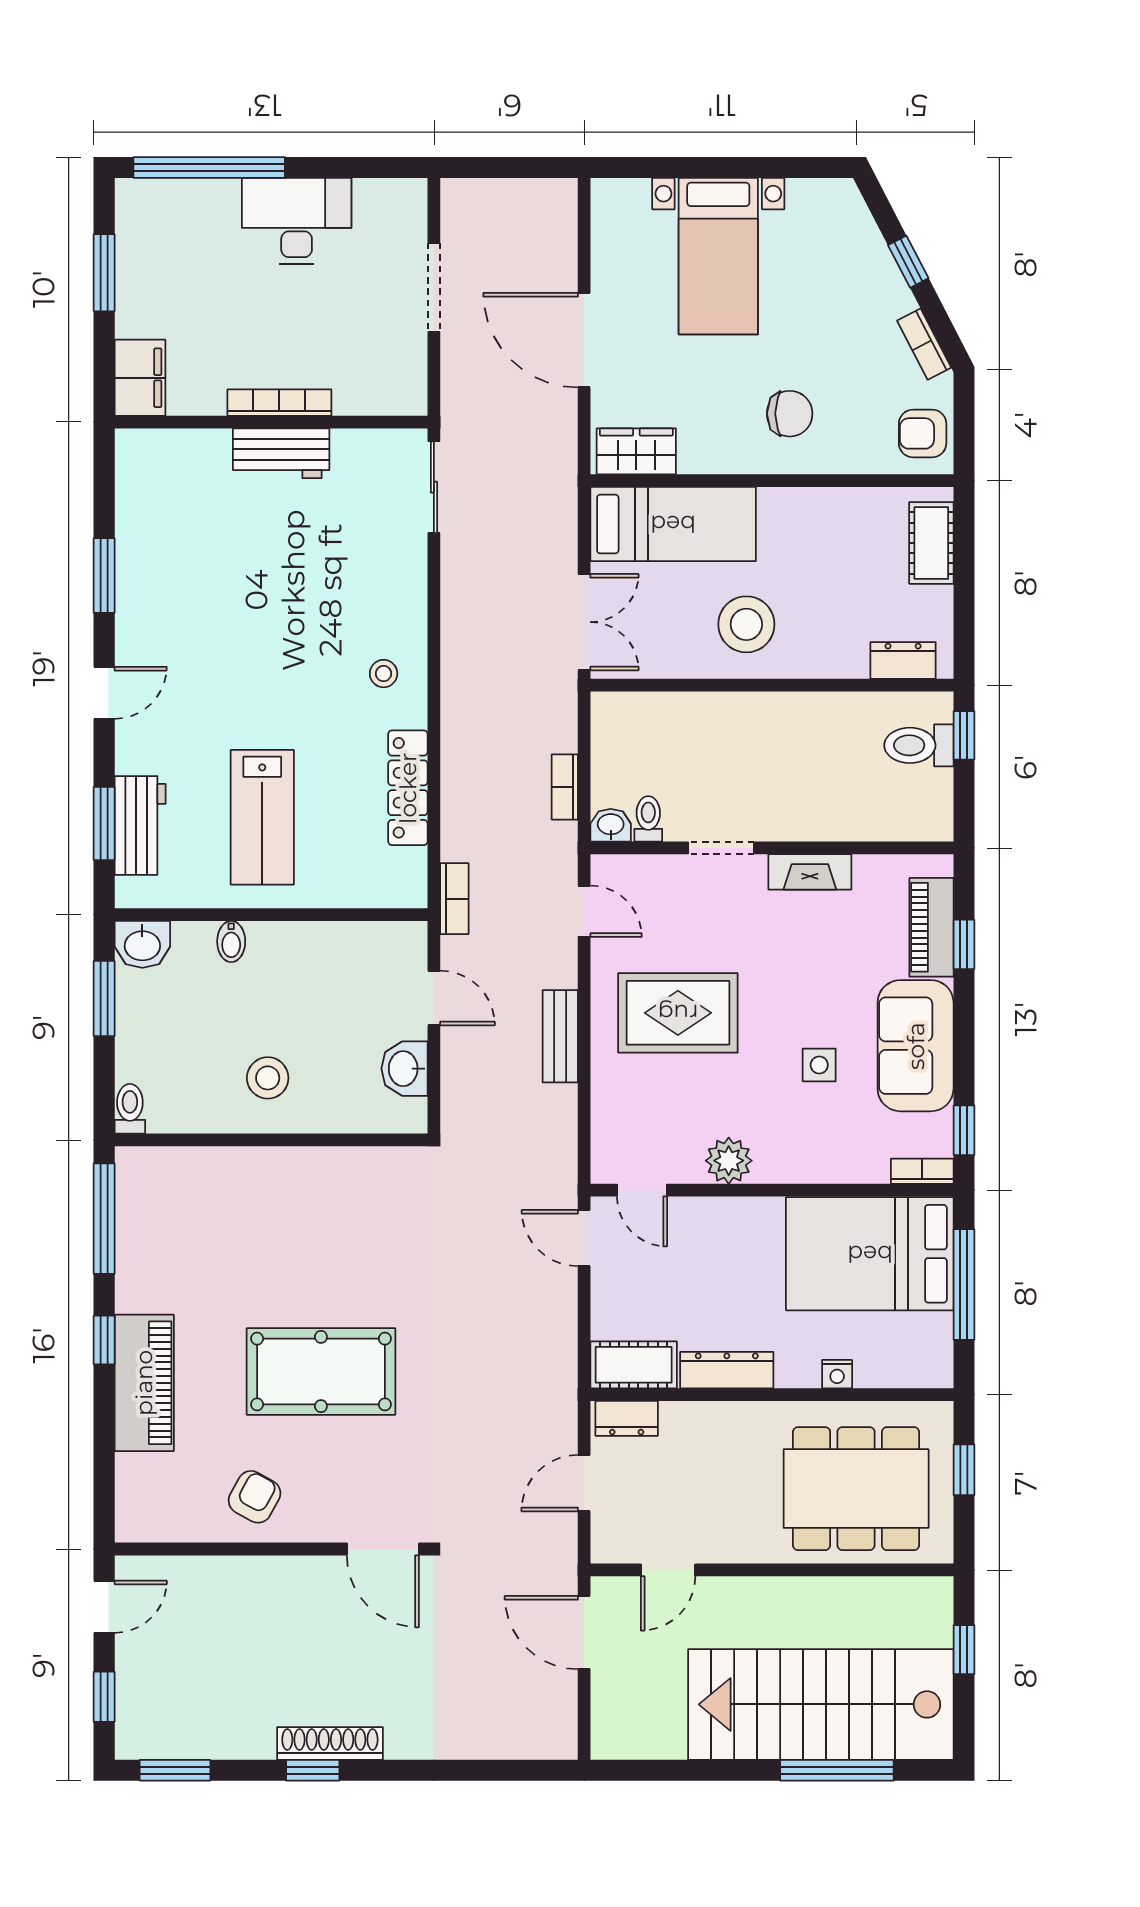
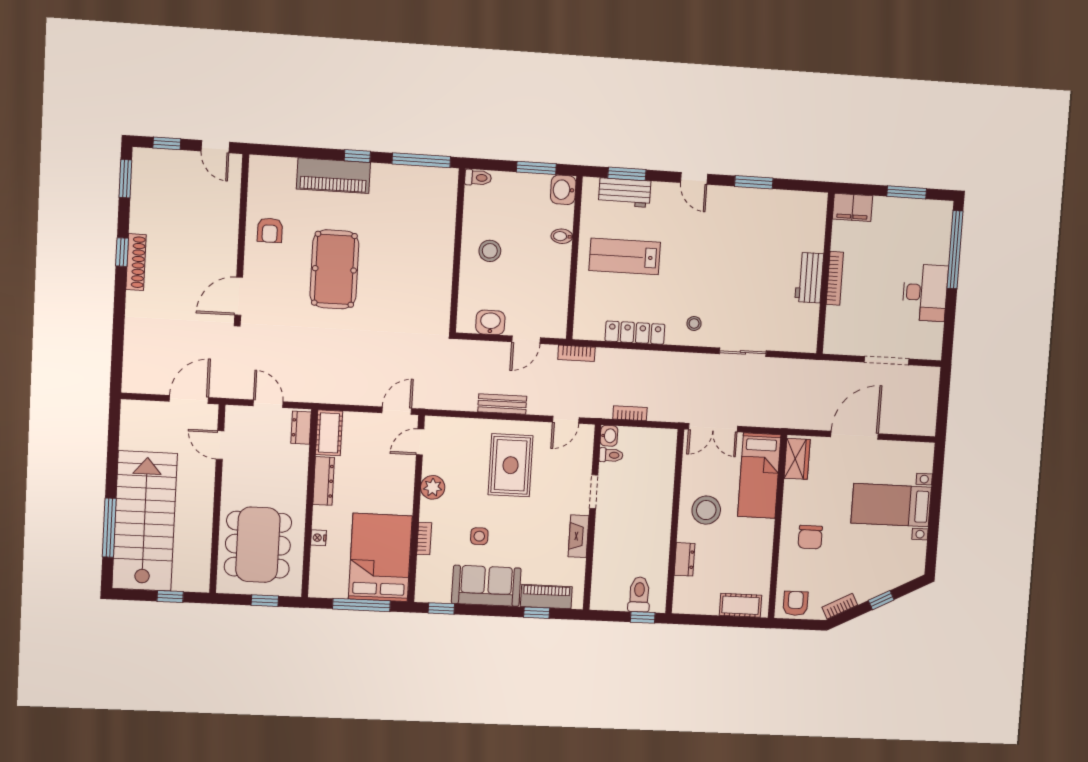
sliding door: (434, 487) -> (743, 352), moved
dresser: (903, 660) -> (685, 559), moved
bookcase: (922, 1171) -> (424, 539), moved
armchair: (255, 1497) -> (270, 230), turned 61

